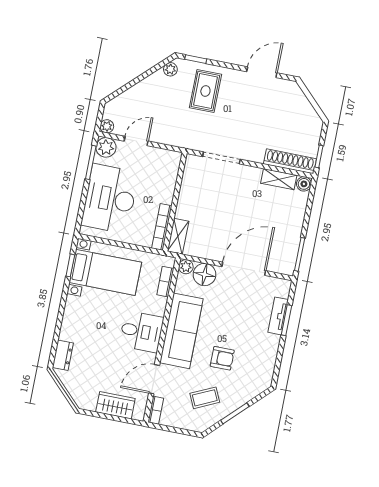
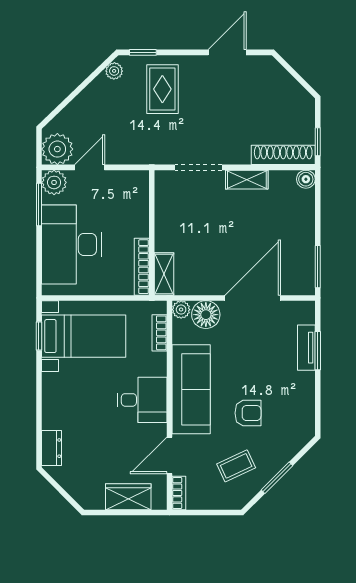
plant: (107, 126) -> (57, 149), width x1.88, depth x1.88
shelving: (279, 179) -> (247, 180), moved

